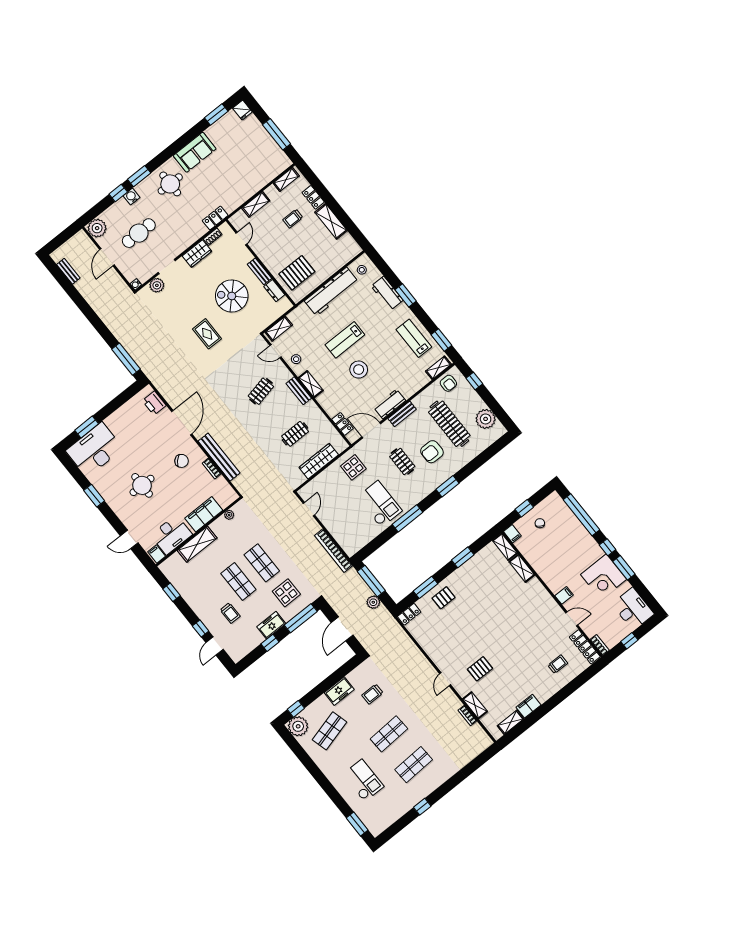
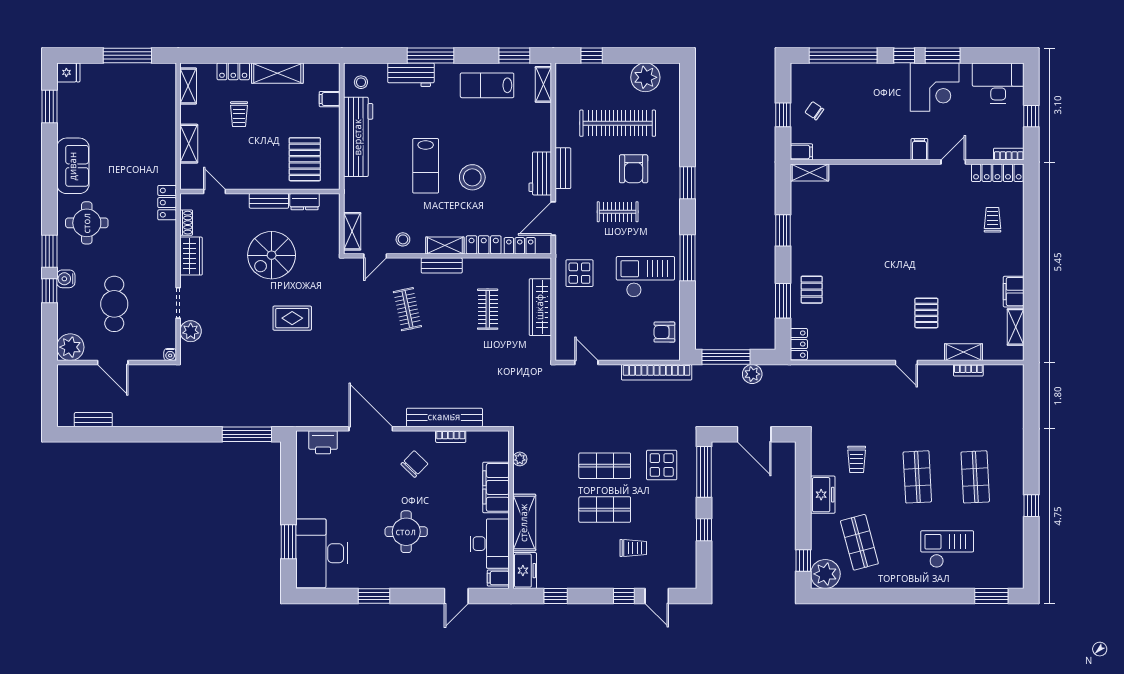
filing cabinet: (340, 260) -> (330, 99), added
window: (406, 295) -> (430, 55), width x1.44
armchair: (448, 383) -> (664, 332), moved, turned 180
locker: (328, 404) -> (484, 245), added
shelving: (522, 568) -> (850, 173), removed
freezer: (271, 625) -> (525, 571), moved, turned 180

